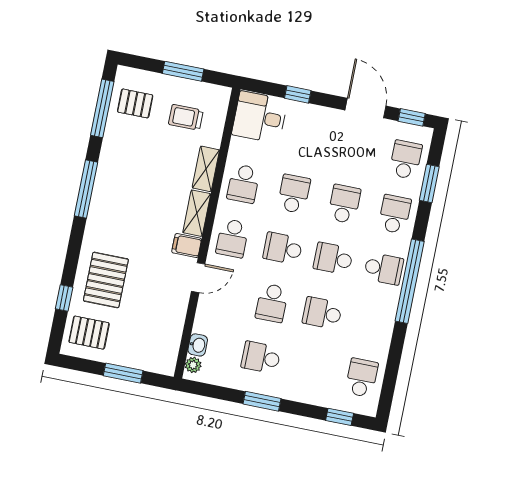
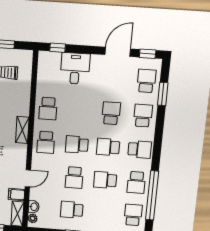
window: (298, 94) -> (58, 48), moved
door: (365, 108) -> (118, 52), hinge flipped
desk: (260, 117) -> (75, 68), moved, turned 90
shelving: (206, 169) -> (17, 214), moved
school desk: (294, 194) -> (136, 182), moved, turned 180
filing cabinet: (187, 246) -> (16, 195), moved
door: (198, 278) -> (28, 178), moved
window: (410, 281) -> (152, 195), moved

